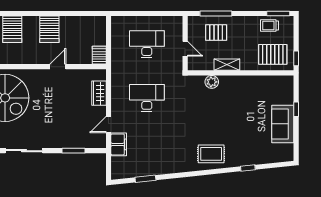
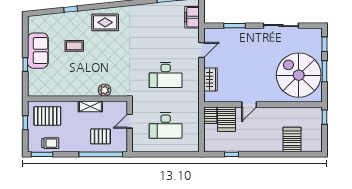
window: (77, 14) -> (231, 154), added
window: (216, 14) -> (101, 154), width x1.46
server rack: (49, 29) -> (226, 119), moved, turned 180
door: (185, 49) -> (130, 121), hinge flipped
window: (296, 58) -> (25, 123), moved
coffee table: (244, 129) -> (74, 46), added
filing cabinet: (119, 144) -> (192, 17), moved

